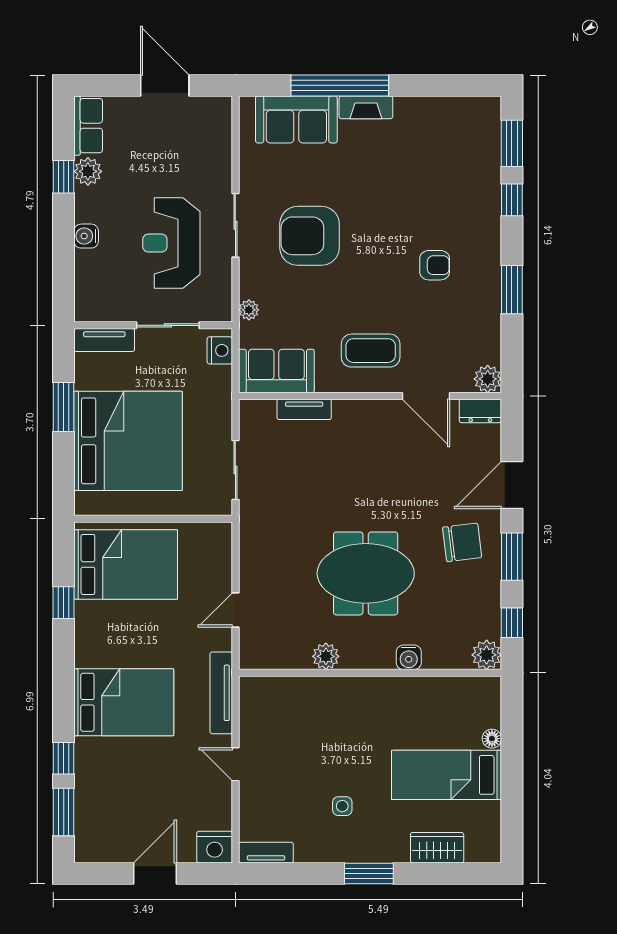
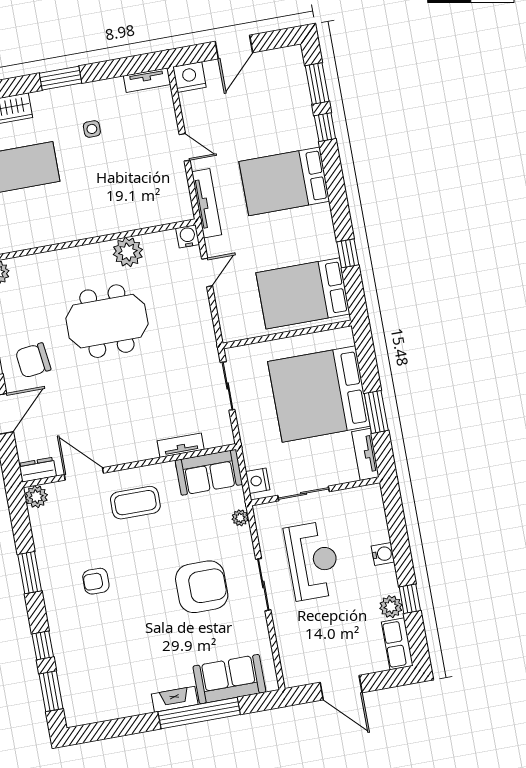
tv unit: (104, 340) -> (365, 454), moved, turned -90
plant: (326, 656) -> (128, 252), width x1.36, depth x1.36
water cooler: (409, 657) -> (188, 236), moved

